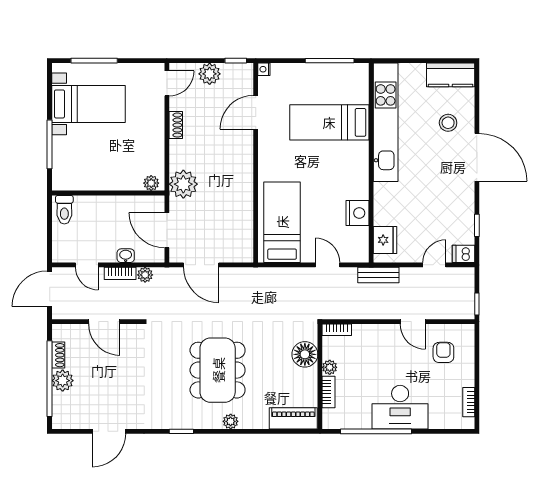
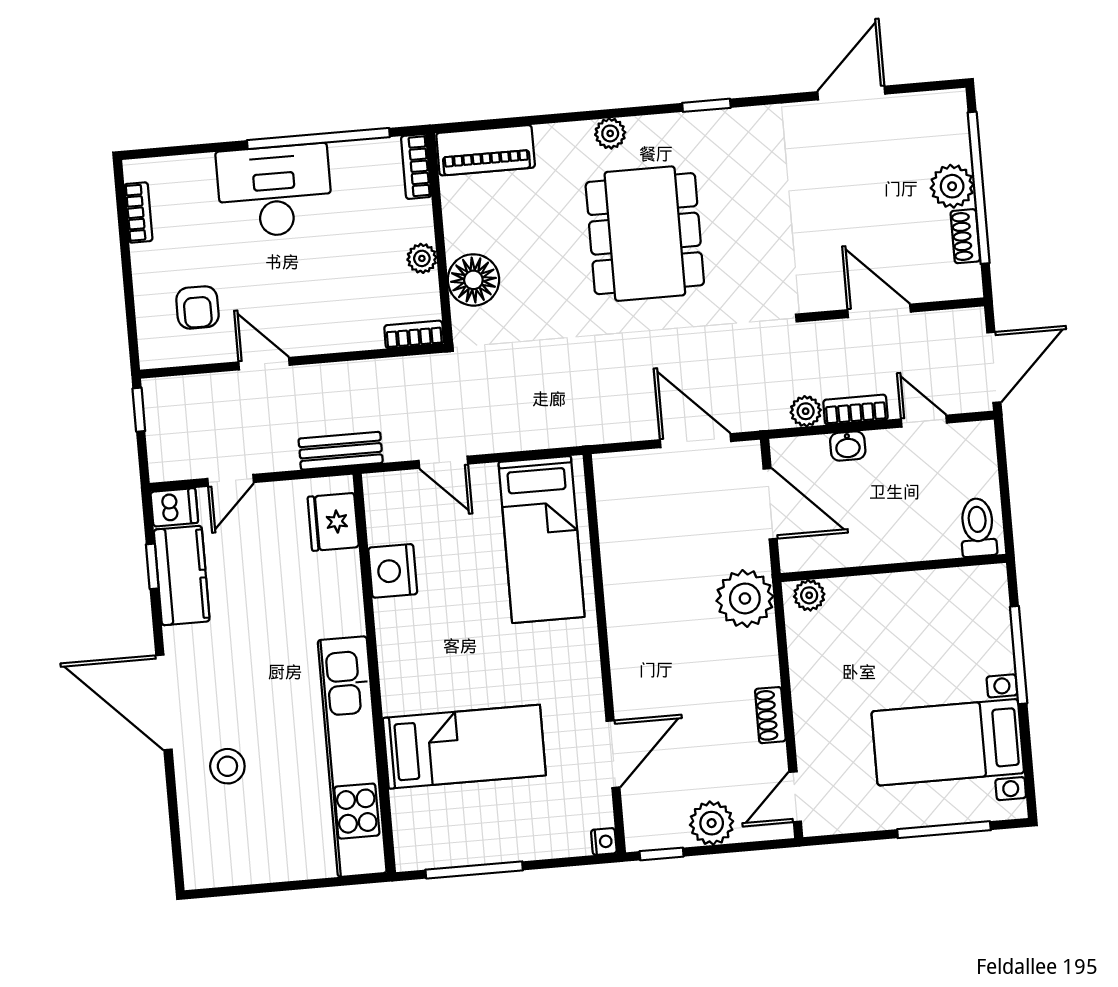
kitchen counter: (451, 75) -> (182, 575), moved, turned 90
bookcase: (329, 392) -> (416, 167), moved

